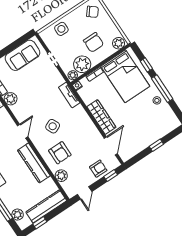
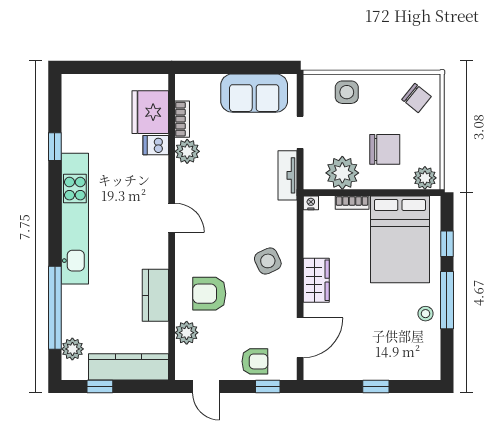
chair: (94, 42) -> (385, 149), turned -90
plant: (73, 75) -> (315, 180), removed
tv unit: (69, 95) -> (288, 175), moved
wardrobe: (101, 117) -> (316, 280), width x0.67
side table: (53, 126) -> (268, 261), moved
door: (23, 131) -> (172, 218), hinge flipped
armchair: (60, 153) -> (209, 294), turned 90
kitchen counter: (34, 163) -> (155, 295), width x0.67
door: (85, 193) -> (206, 387), hinge flipped

